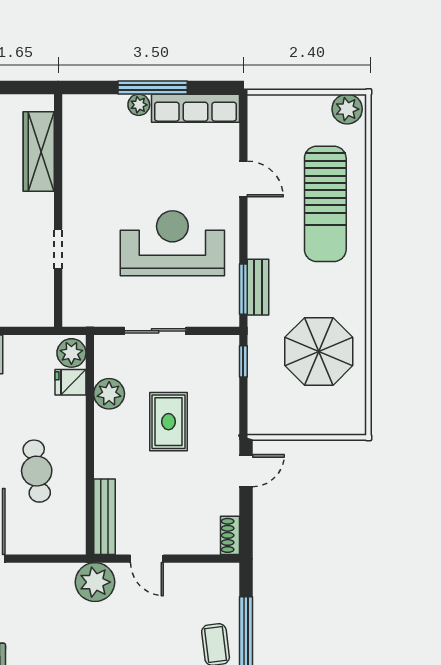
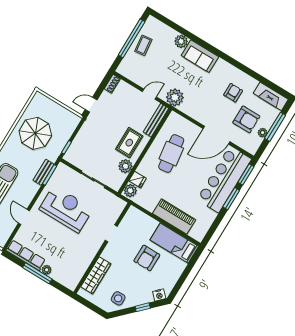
reception desk: (172, 243) -> (66, 209), turned 180
rug: (169, 422) -> (129, 143), moved
cafe table: (37, 471) -> (171, 153), width x1.37, depth x1.35
door: (147, 559) -> (149, 94), hinge flipped

